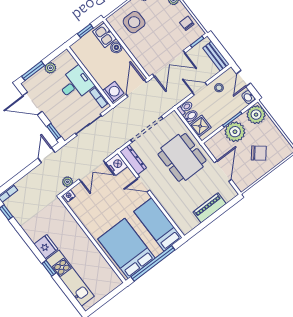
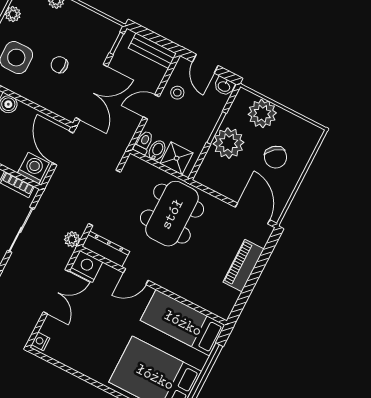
chair: (187, 23) -> (59, 65), moved
plant: (256, 115) -> (262, 114), moved
chair: (259, 153) -> (275, 157), turned 101
dining table: (182, 157) -> (172, 214), turned 90
door: (223, 171) -> (253, 213), moved
plant: (68, 182) -> (72, 239), moved

